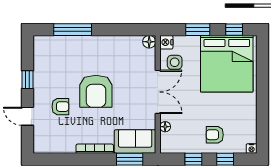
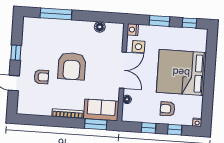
floor lamp: (149, 42) -> (100, 27), moved
bed: (227, 64) -> (181, 72), moved, turned 90

